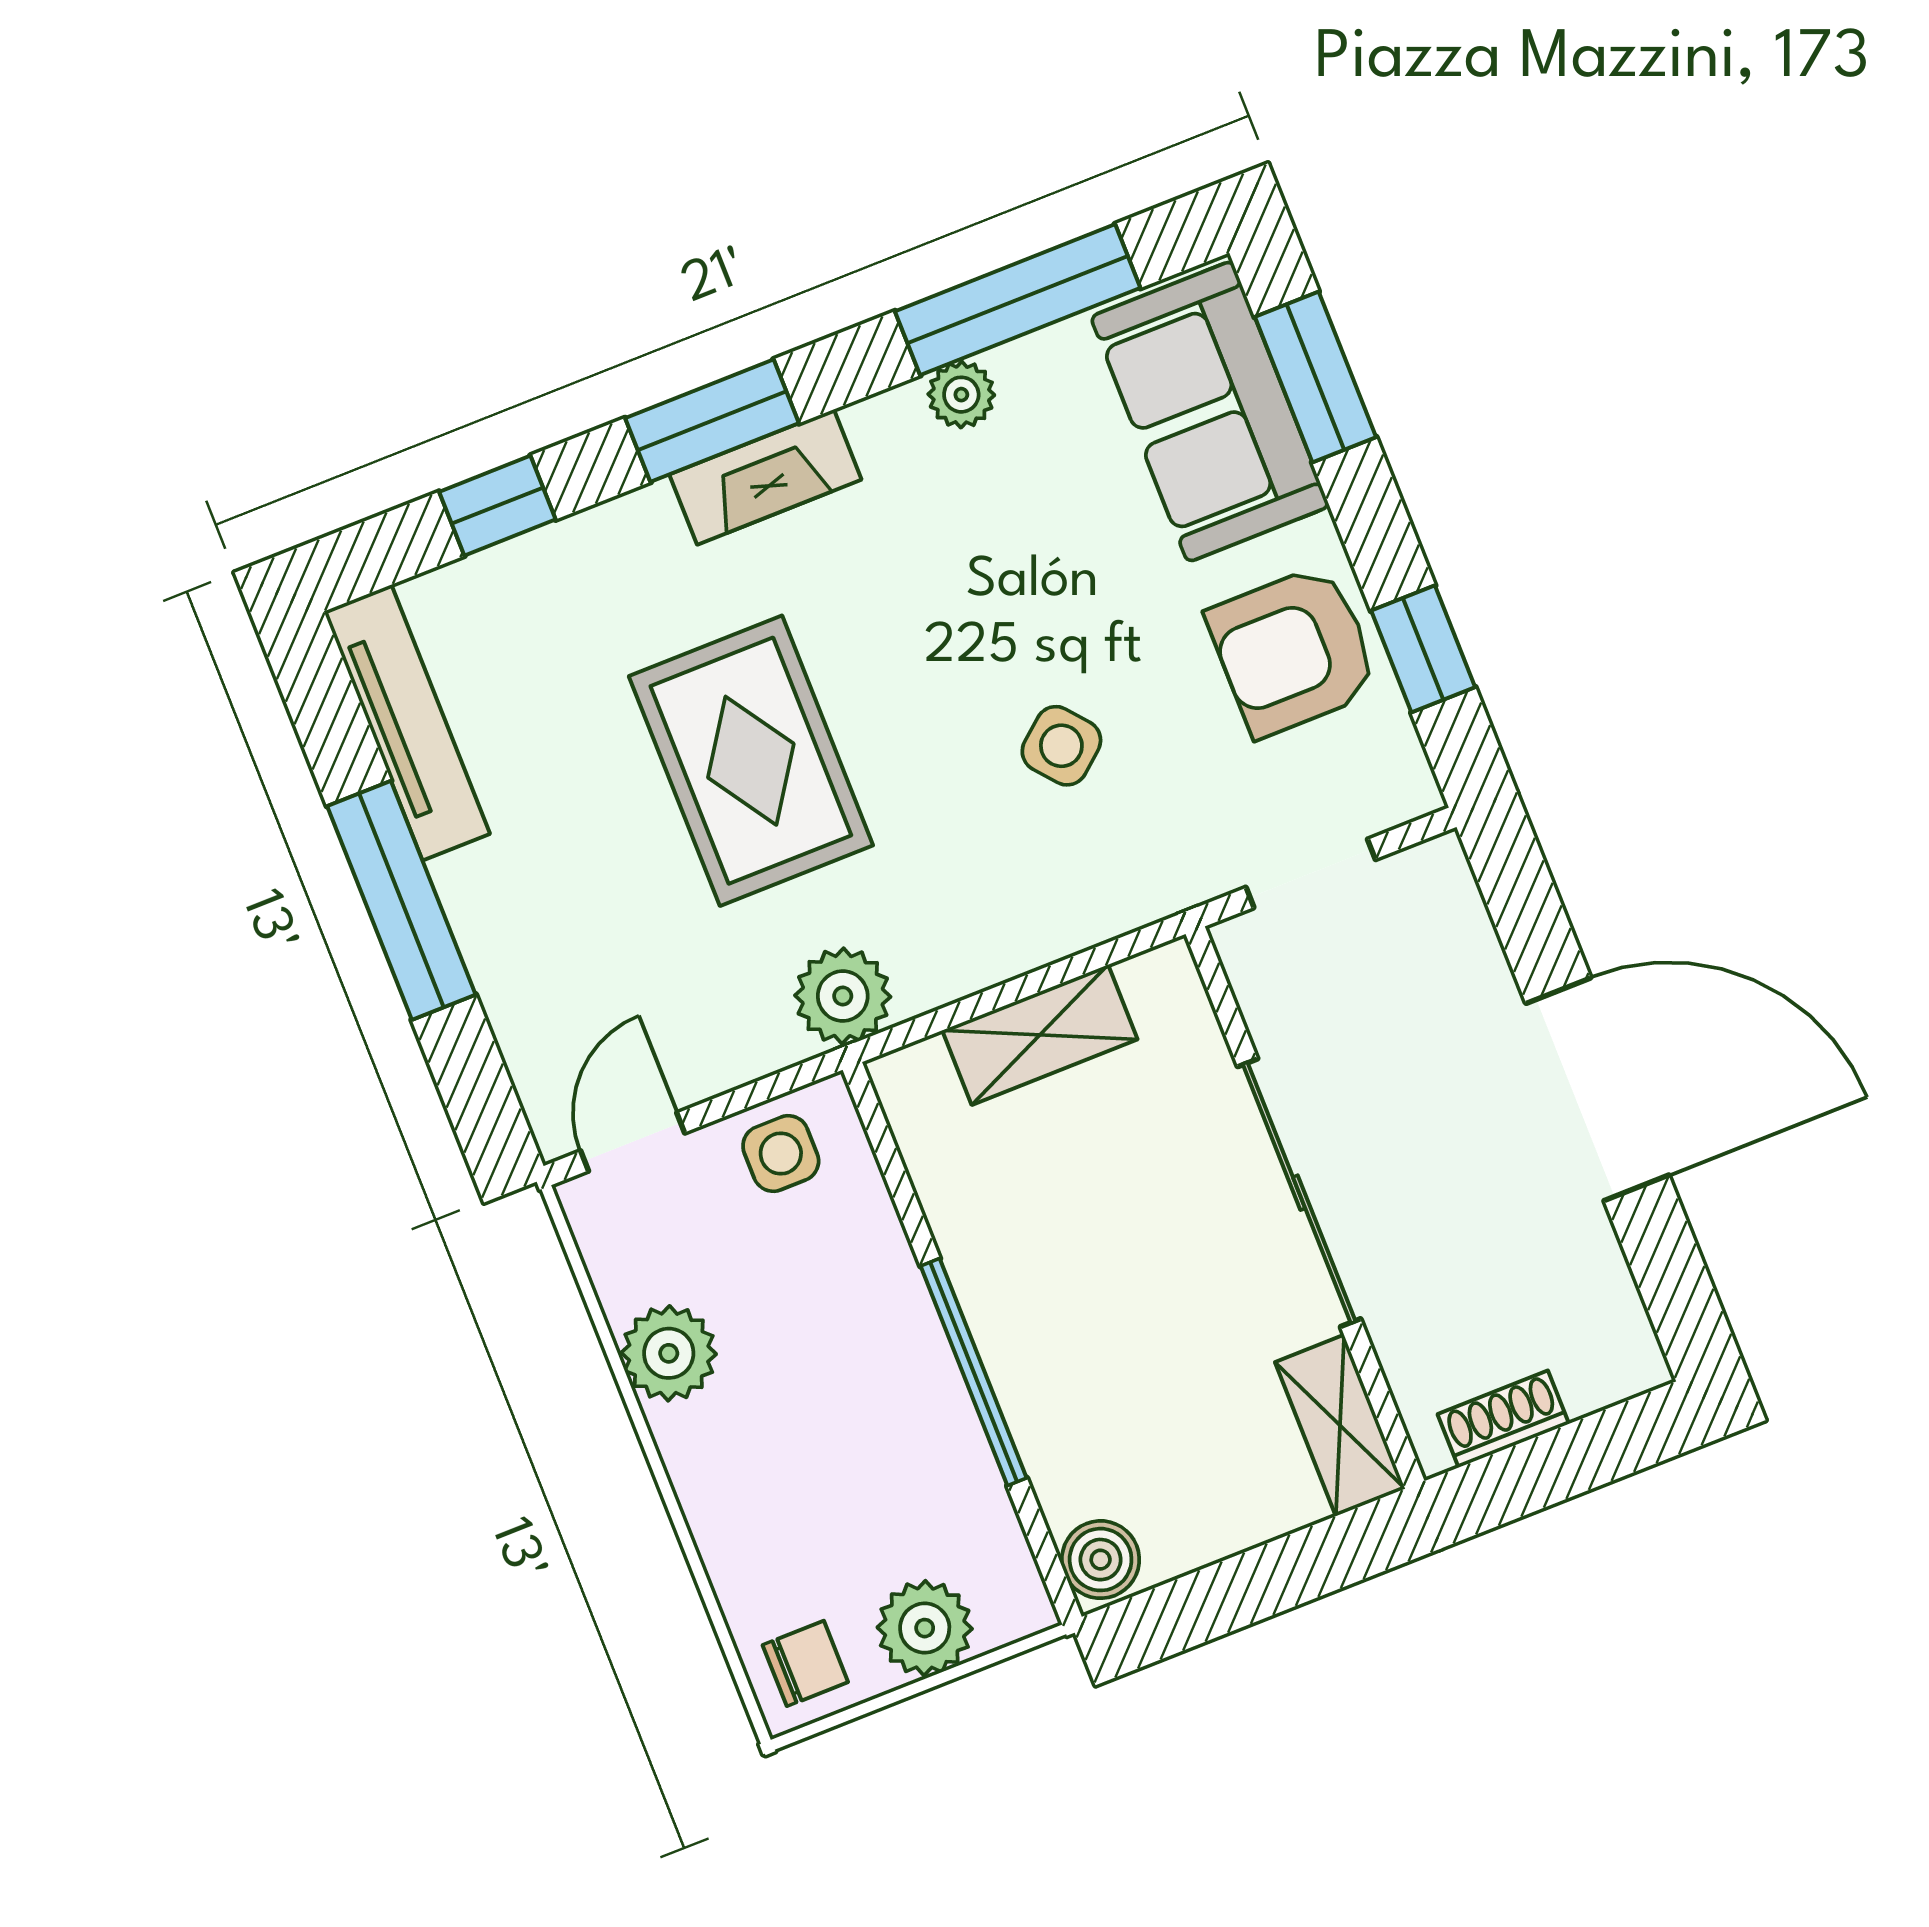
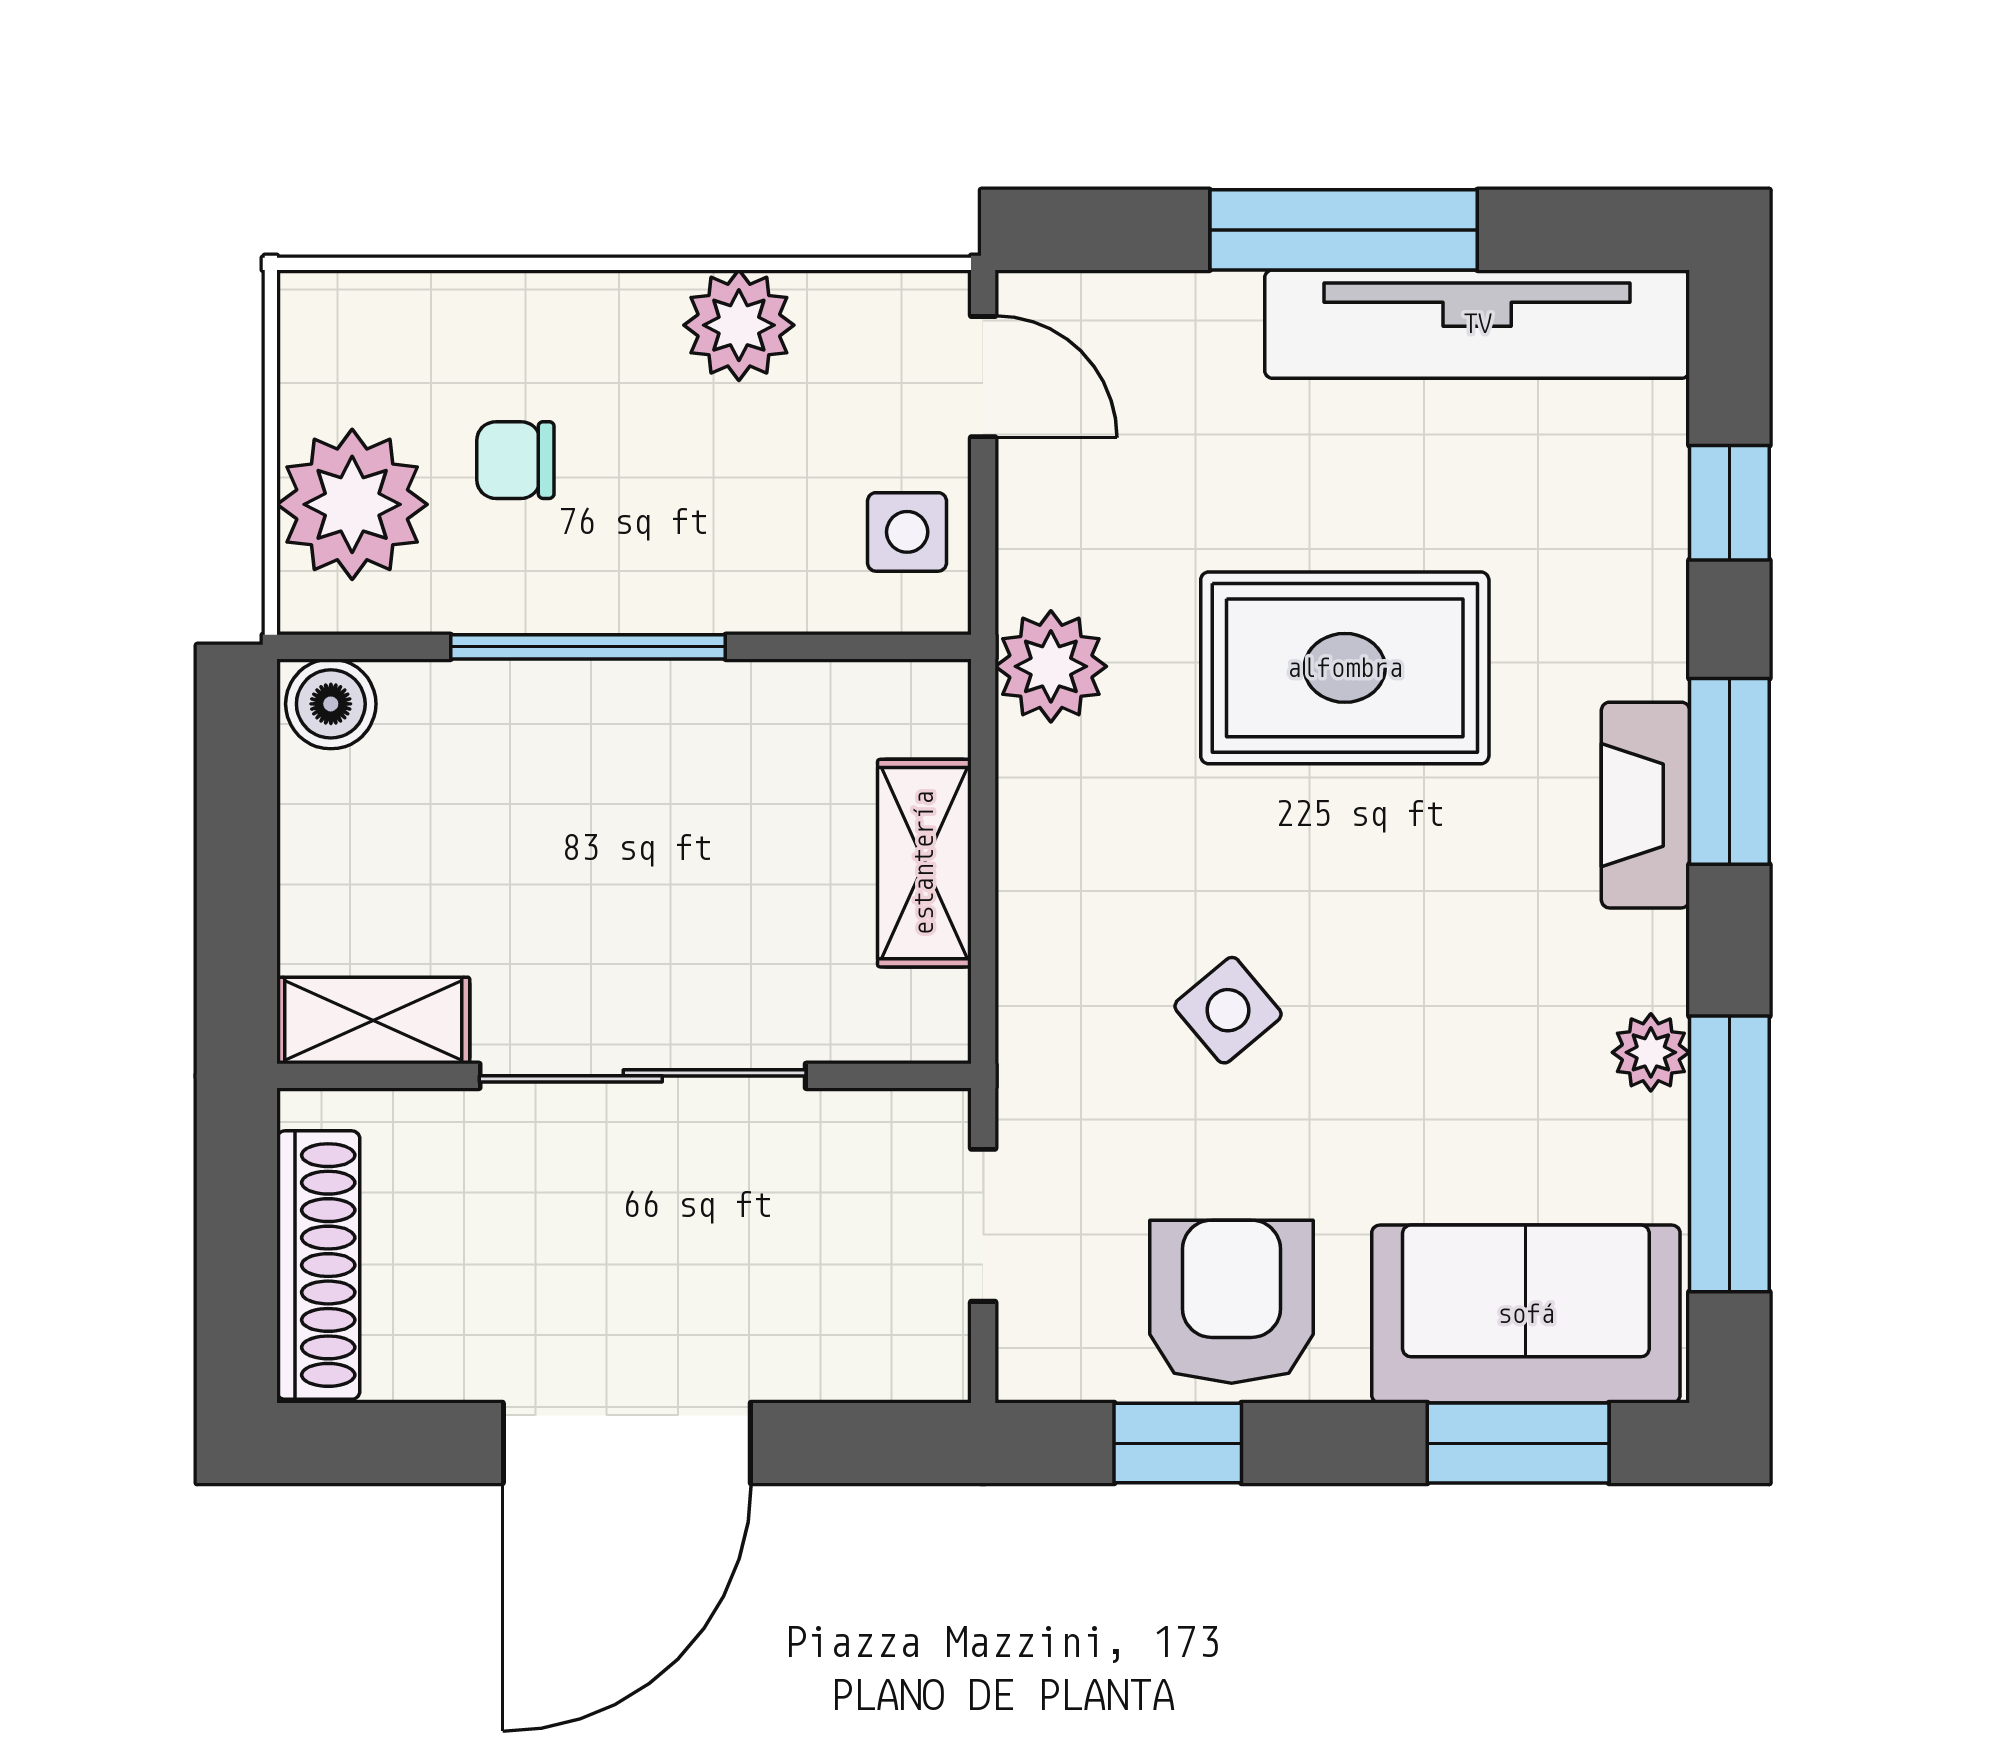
tv unit: (407, 723) -> (1477, 324), width x1.36, depth x1.29
shoe rack: (1503, 1419) -> (318, 1265), width x1.94, depth x1.24
plant: (925, 1628) -> (352, 504), width x1.36, depth x1.36
chair: (805, 1663) -> (515, 460), moved, turned 90

